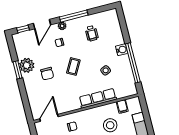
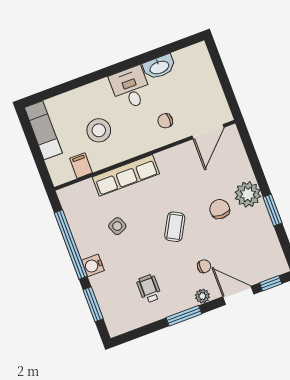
window: (74, 16) -> (184, 316), width x0.69
door: (42, 24) -> (238, 295), hinge flipped
window: (124, 28) -> (93, 304), added
plant: (27, 65) -> (248, 194), moved

